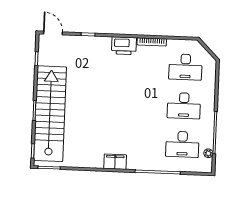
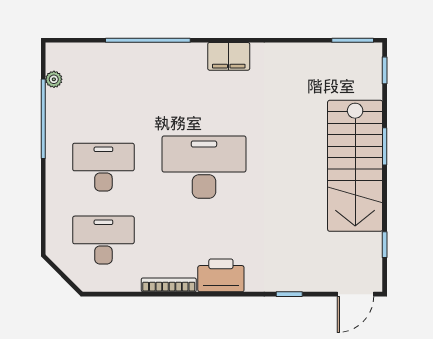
door: (53, 33) -> (355, 294), hinge flipped
stairs: (50, 114) -> (355, 166), width x0.73
desk: (182, 144) -> (204, 167), moved, width x1.36, depth x1.30

